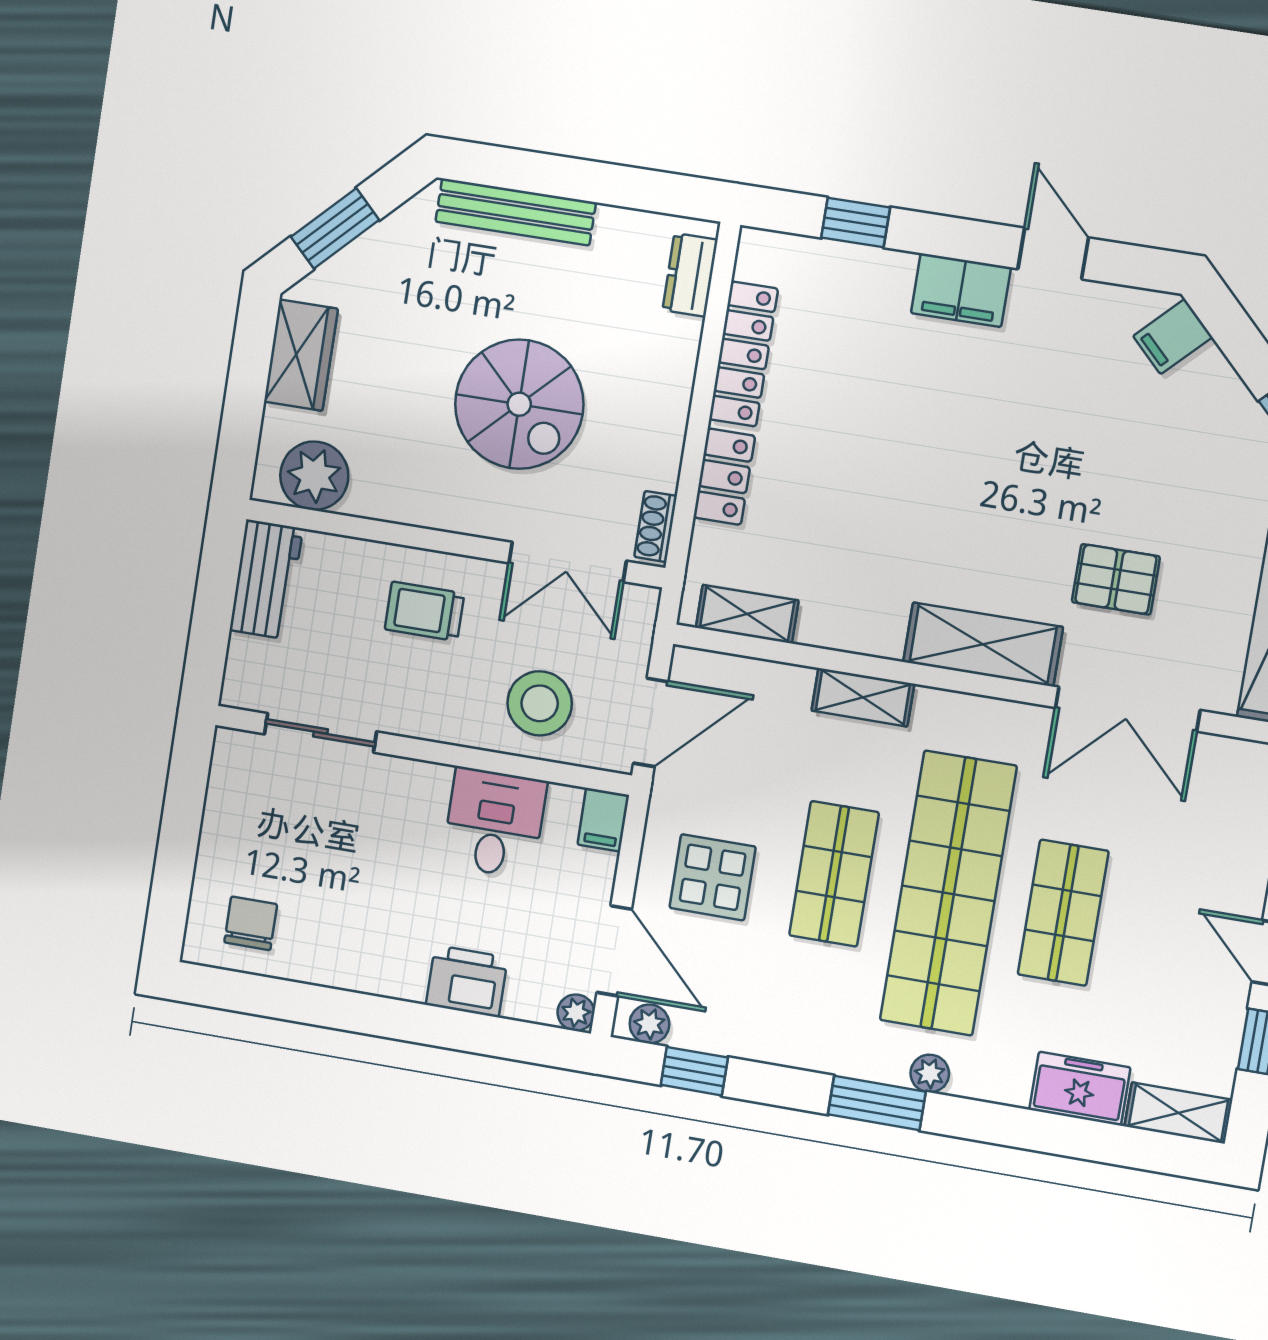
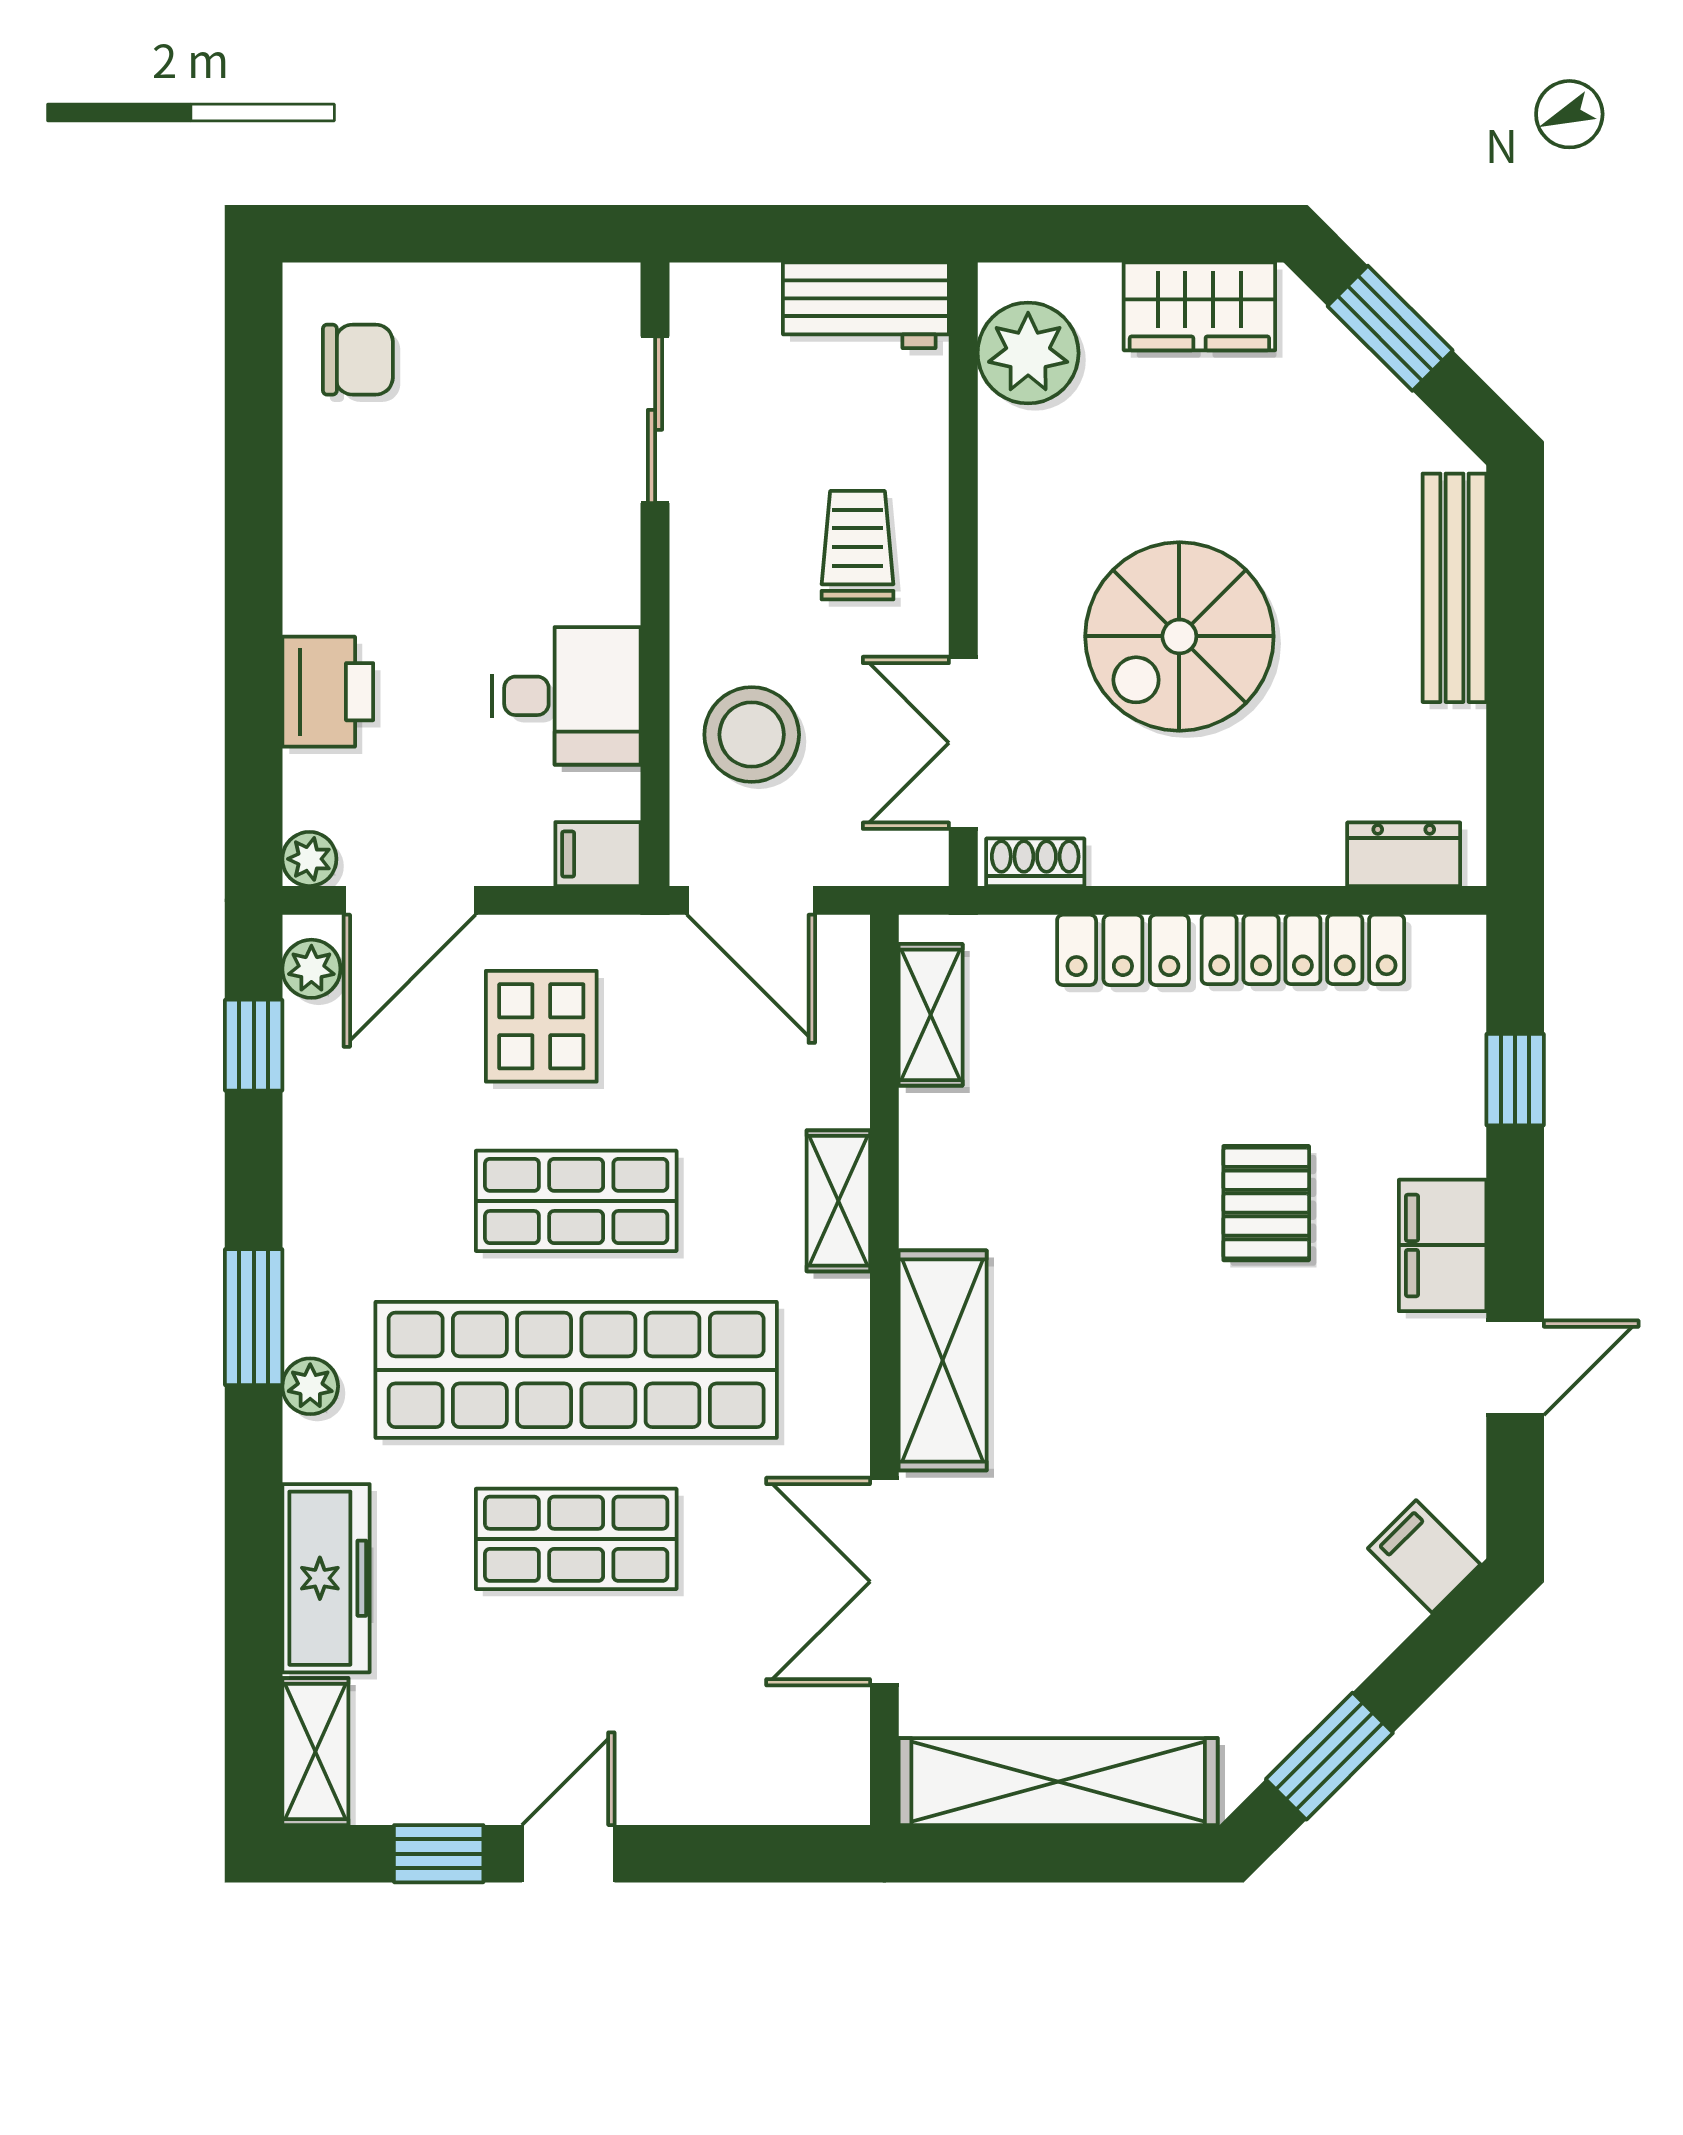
pallet: (1116, 579) -> (1266, 1203), moved
freezer: (1080, 1089) -> (326, 1578), width x1.40

